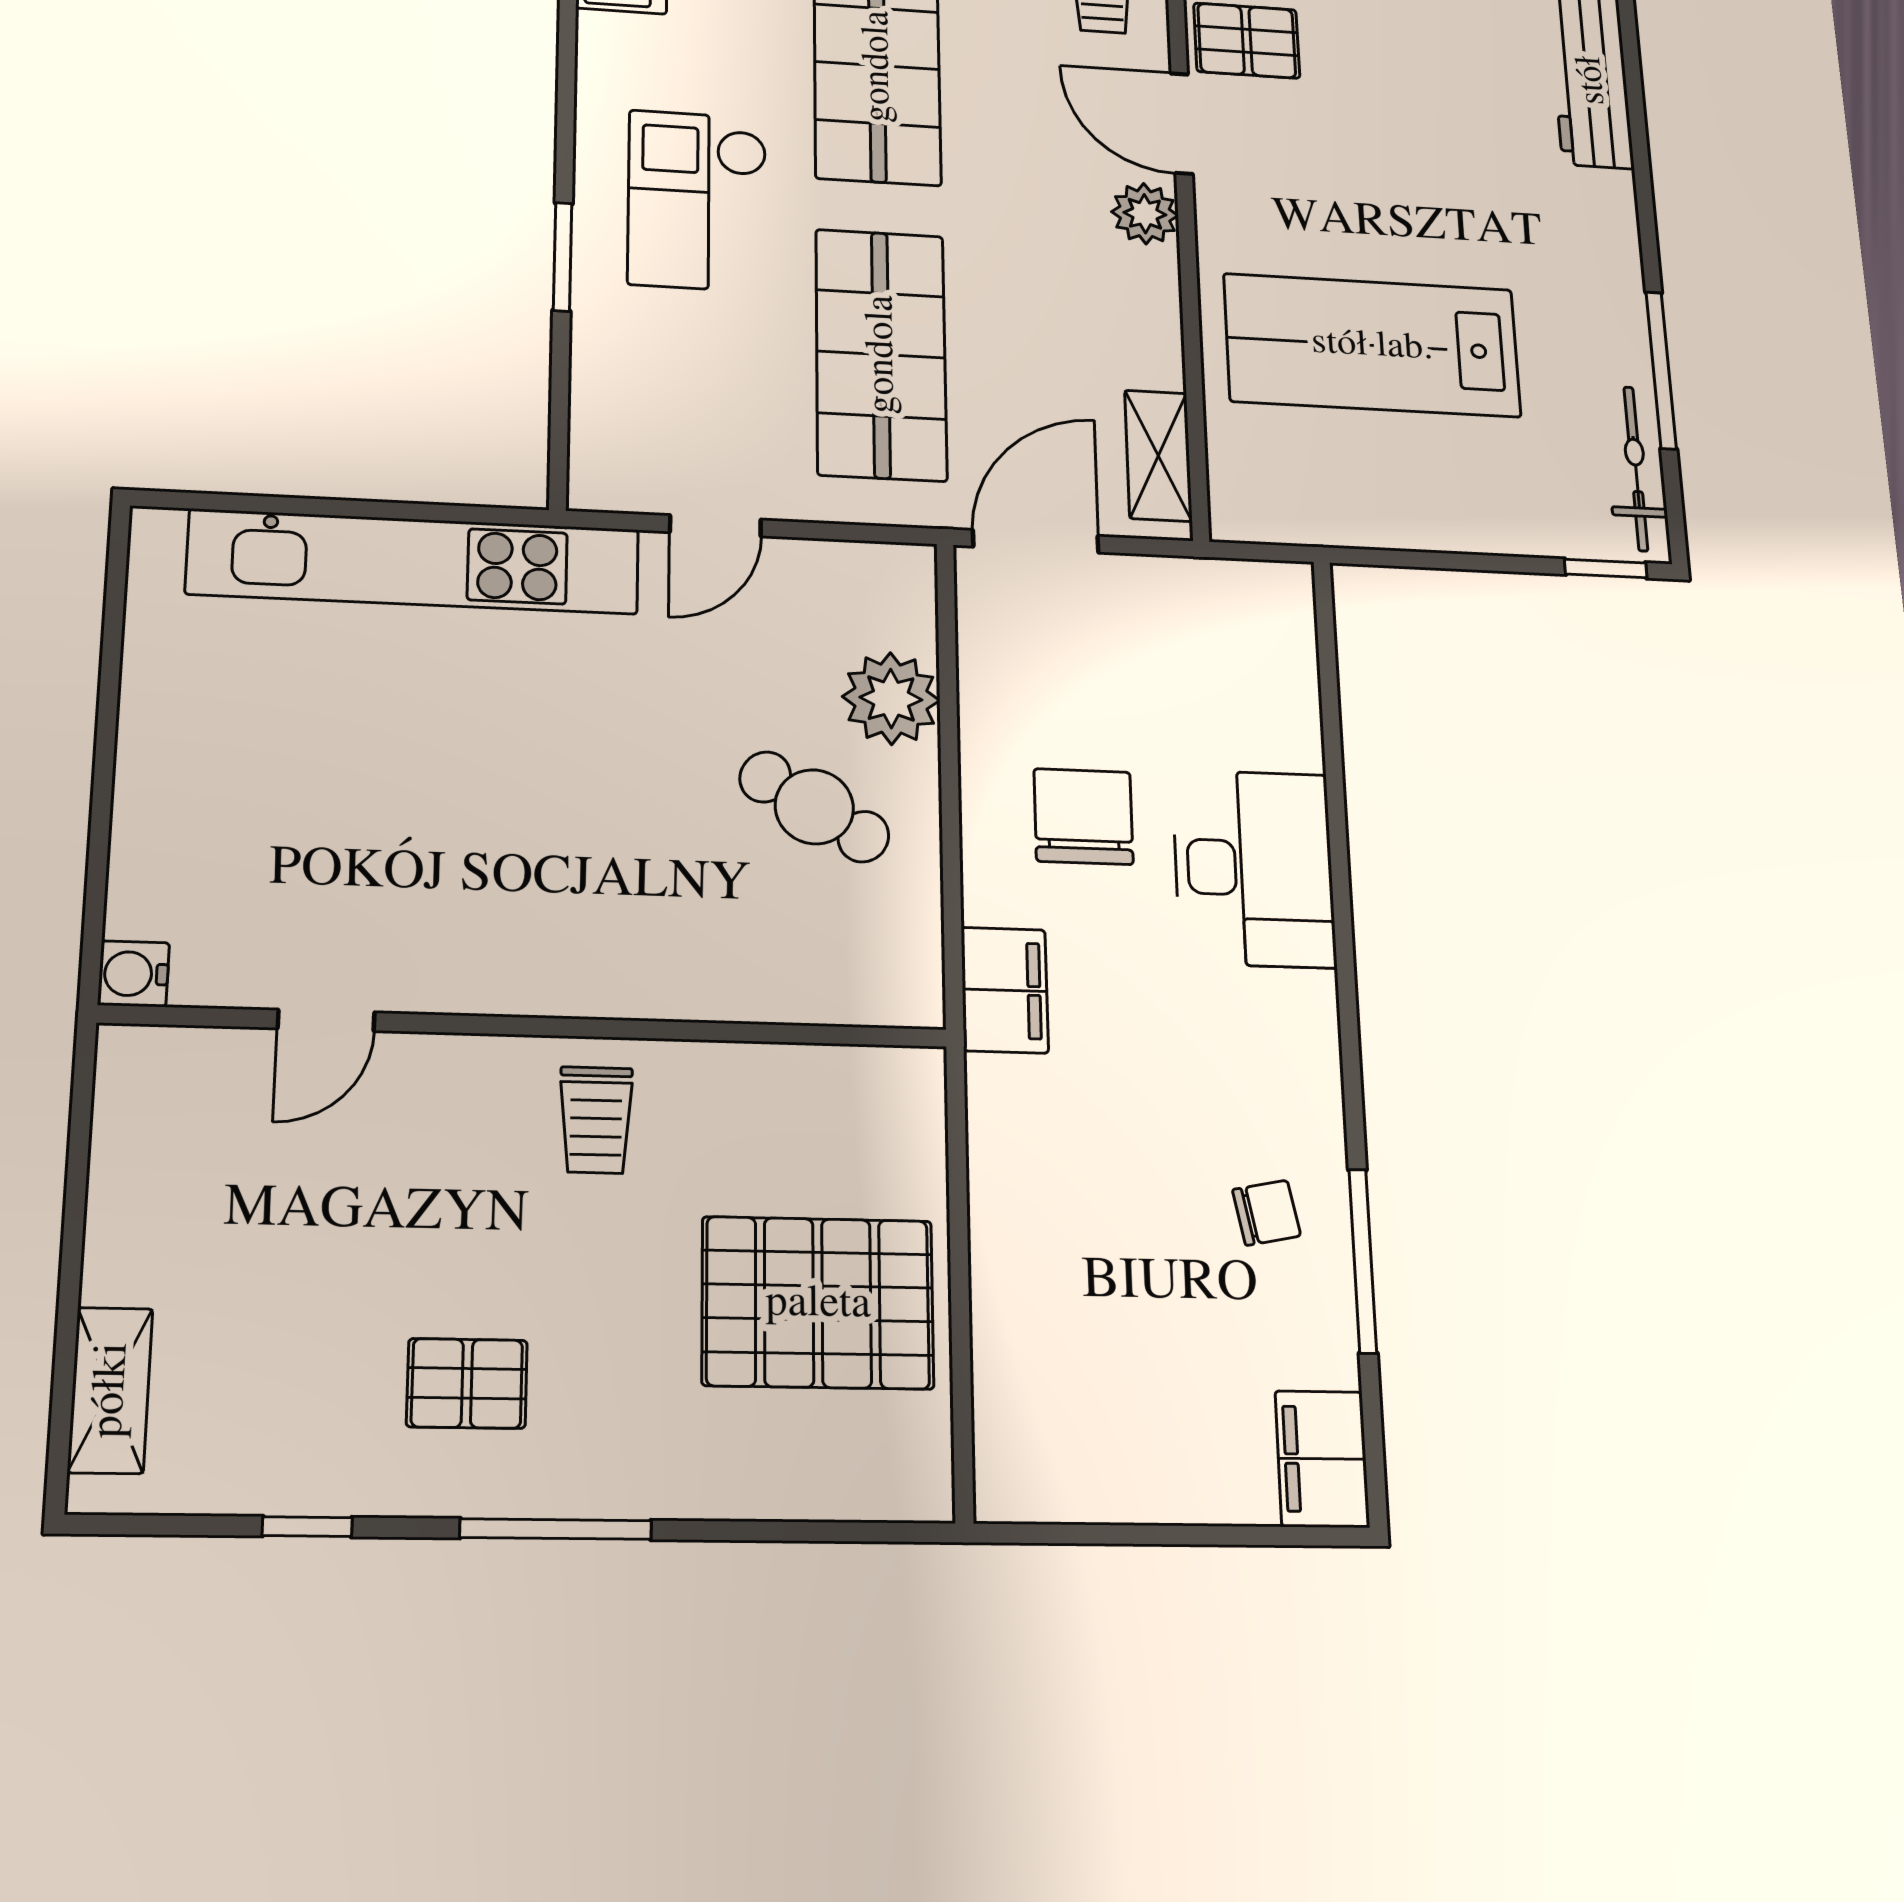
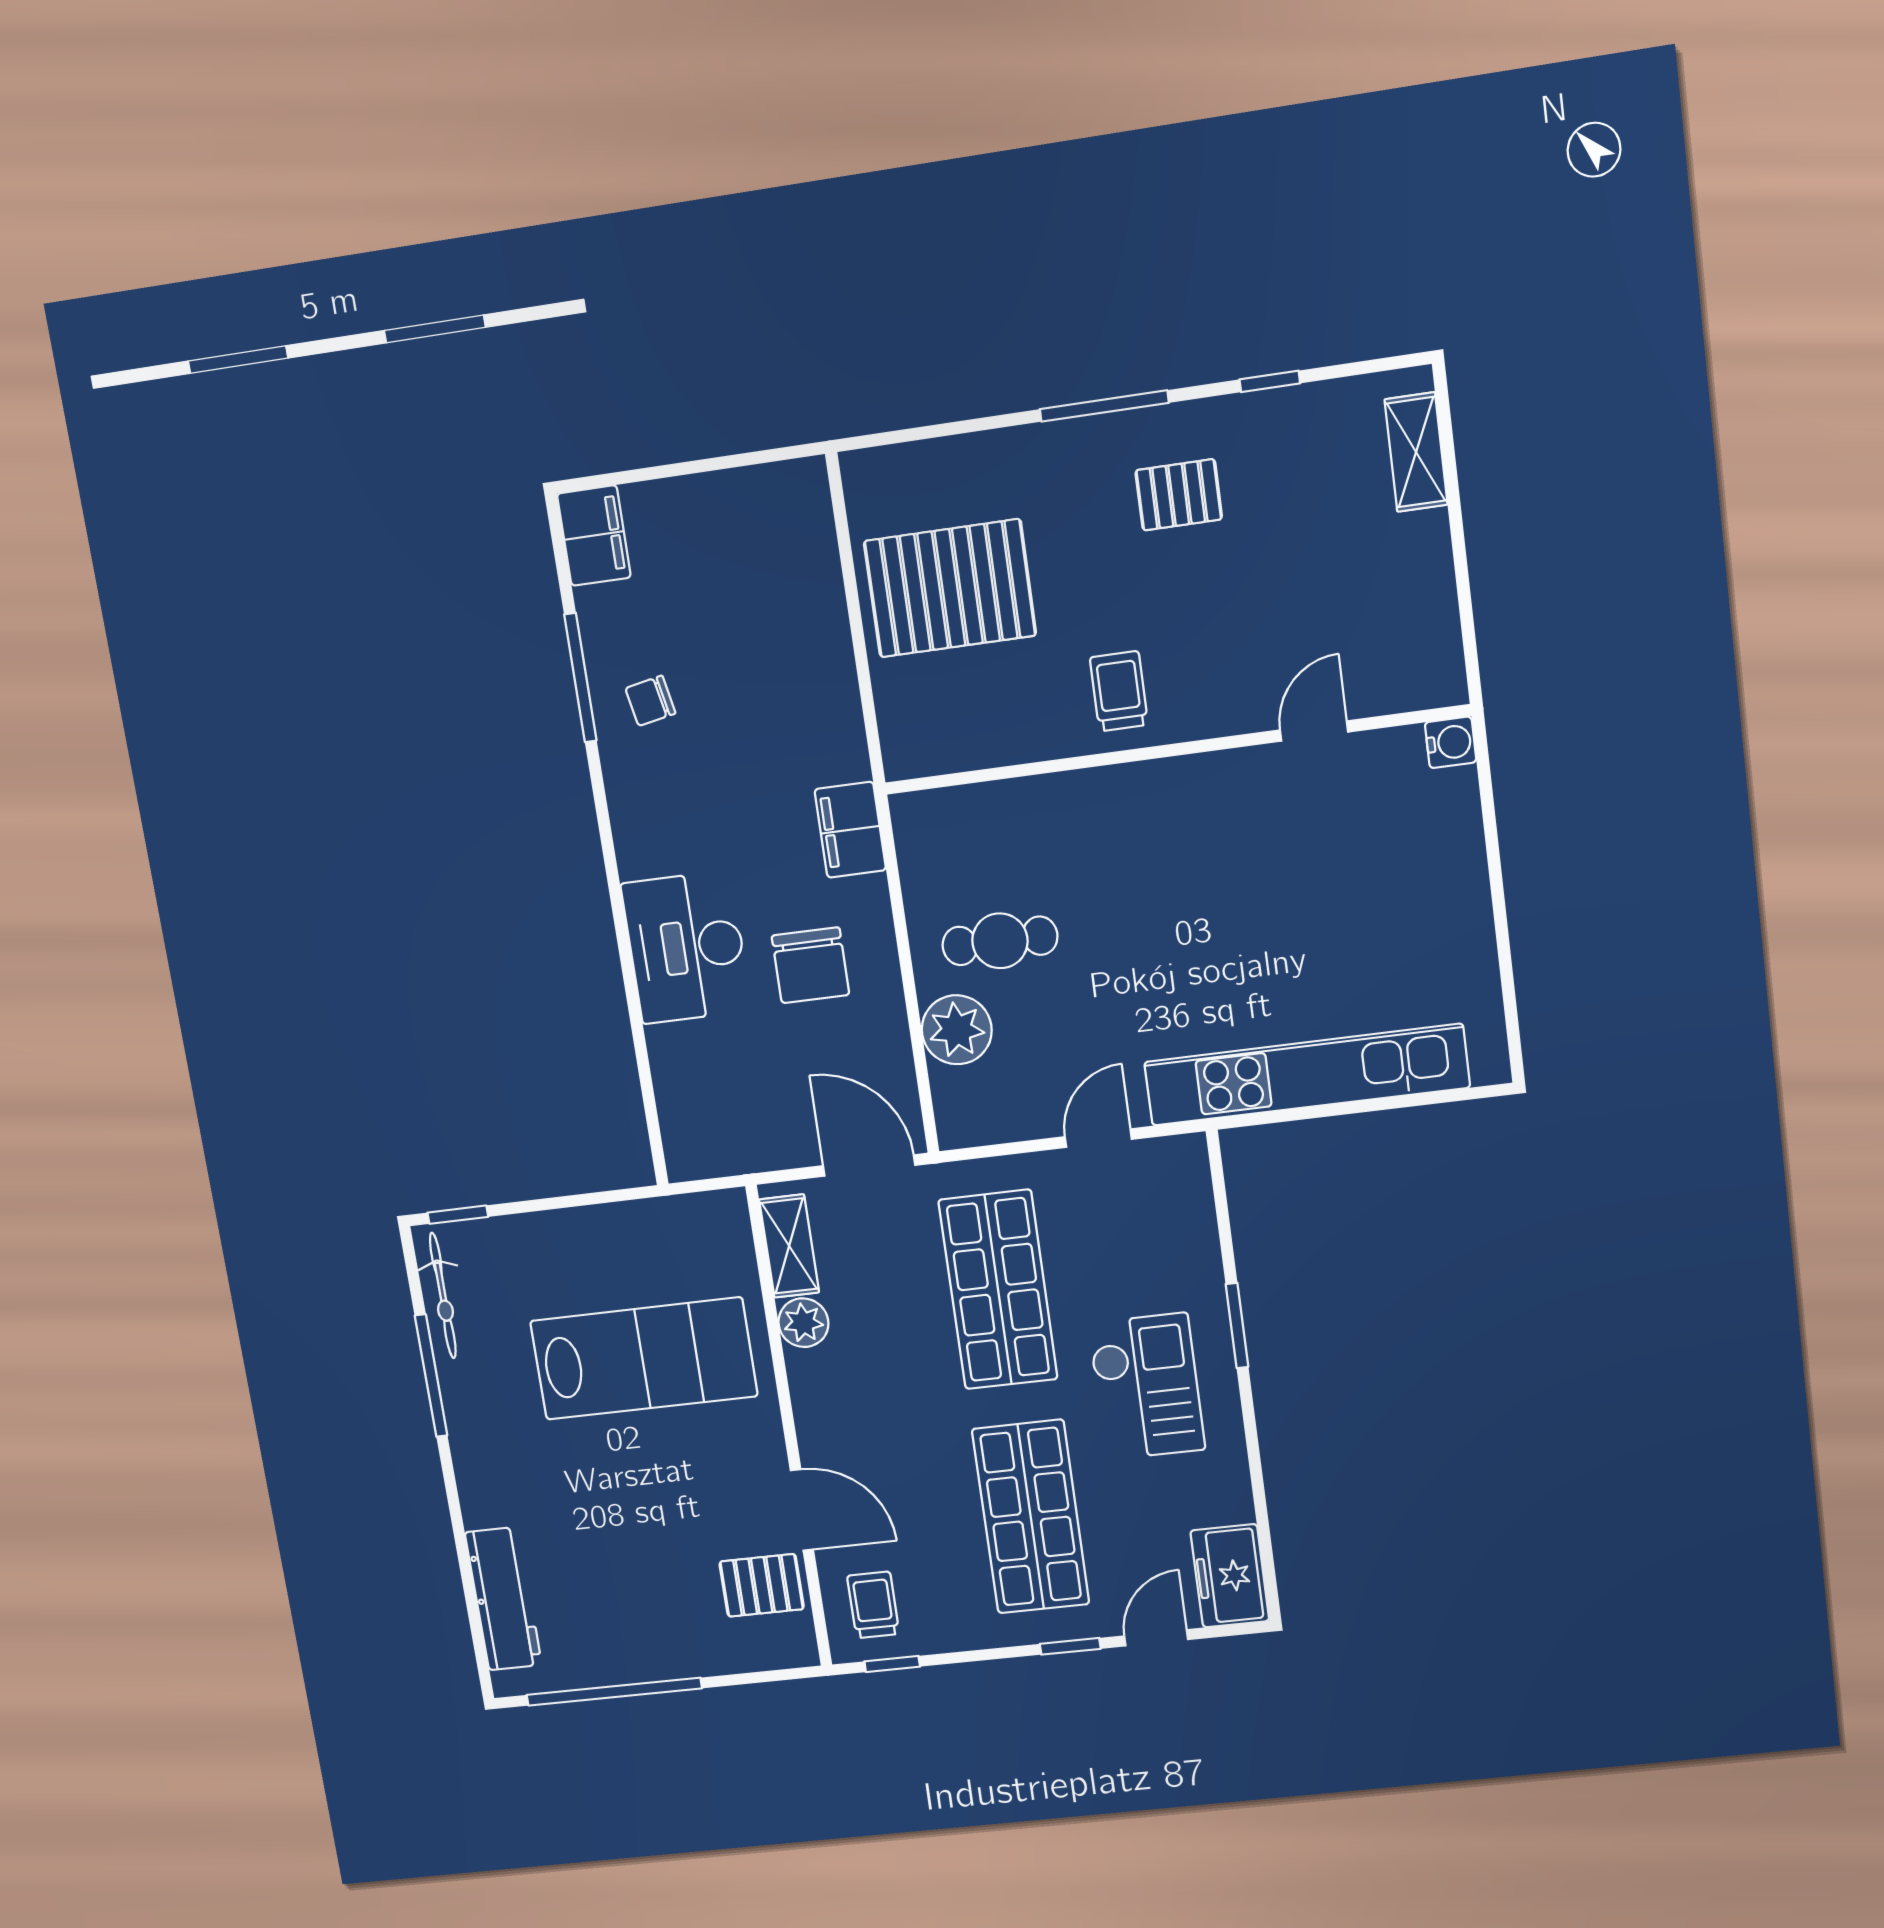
plant: (1145, 214) -> (803, 1323), moved
door: (1036, 541) -> (869, 1165), swing flipped
cafe table: (814, 807) -> (1000, 941), turned -31

